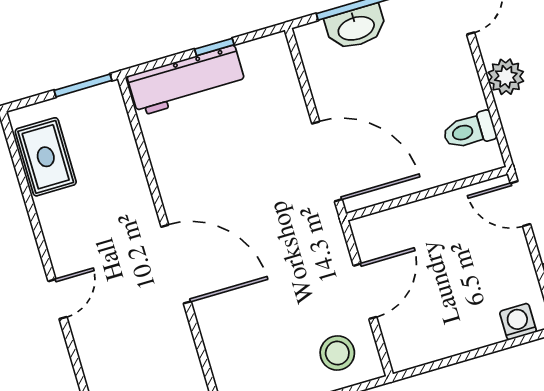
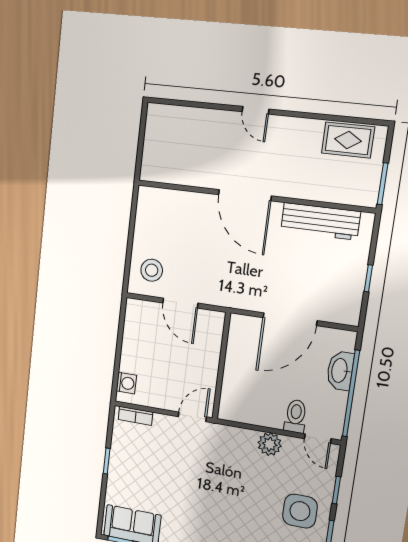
workbench: (186, 81) -> (320, 221), moved, turned -90
toilet: (469, 131) -> (296, 416), moved
door: (327, 161) -> (290, 319), moved
door: (176, 264) -> (245, 195), hinge flipped

